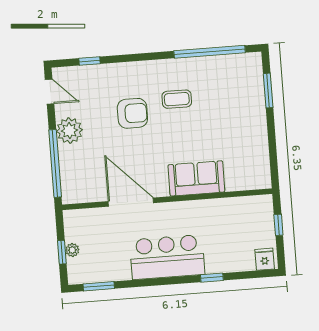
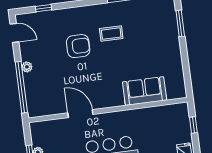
plant: (69, 131) -> (27, 67), width x0.53, depth x0.53
sofa: (196, 178) -> (145, 91), moved
door: (131, 202) -> (80, 114), width x0.73

